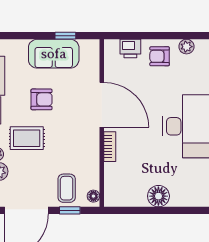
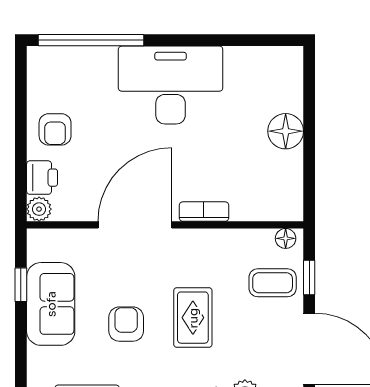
plant: (186, 47) -> (39, 209), moved
rug: (27, 138) -> (193, 318), moved

